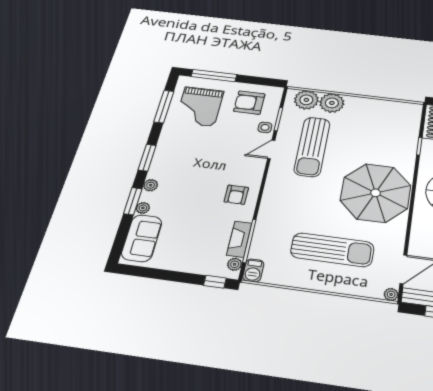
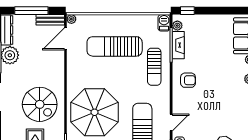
parasol: (376, 193) -> (95, 112), moved
armchair: (236, 195) -> (188, 80), turned 90
sun lounger: (280, 217) -> (154, 67), added

